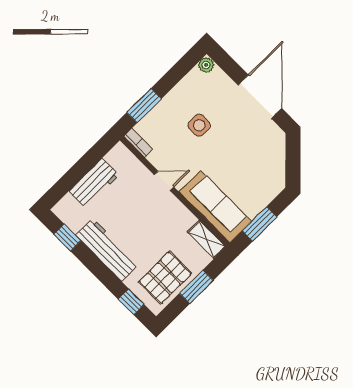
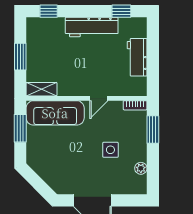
plant: (206, 65) -> (141, 168), moved
pallet: (165, 278) -> (43, 44), removed

